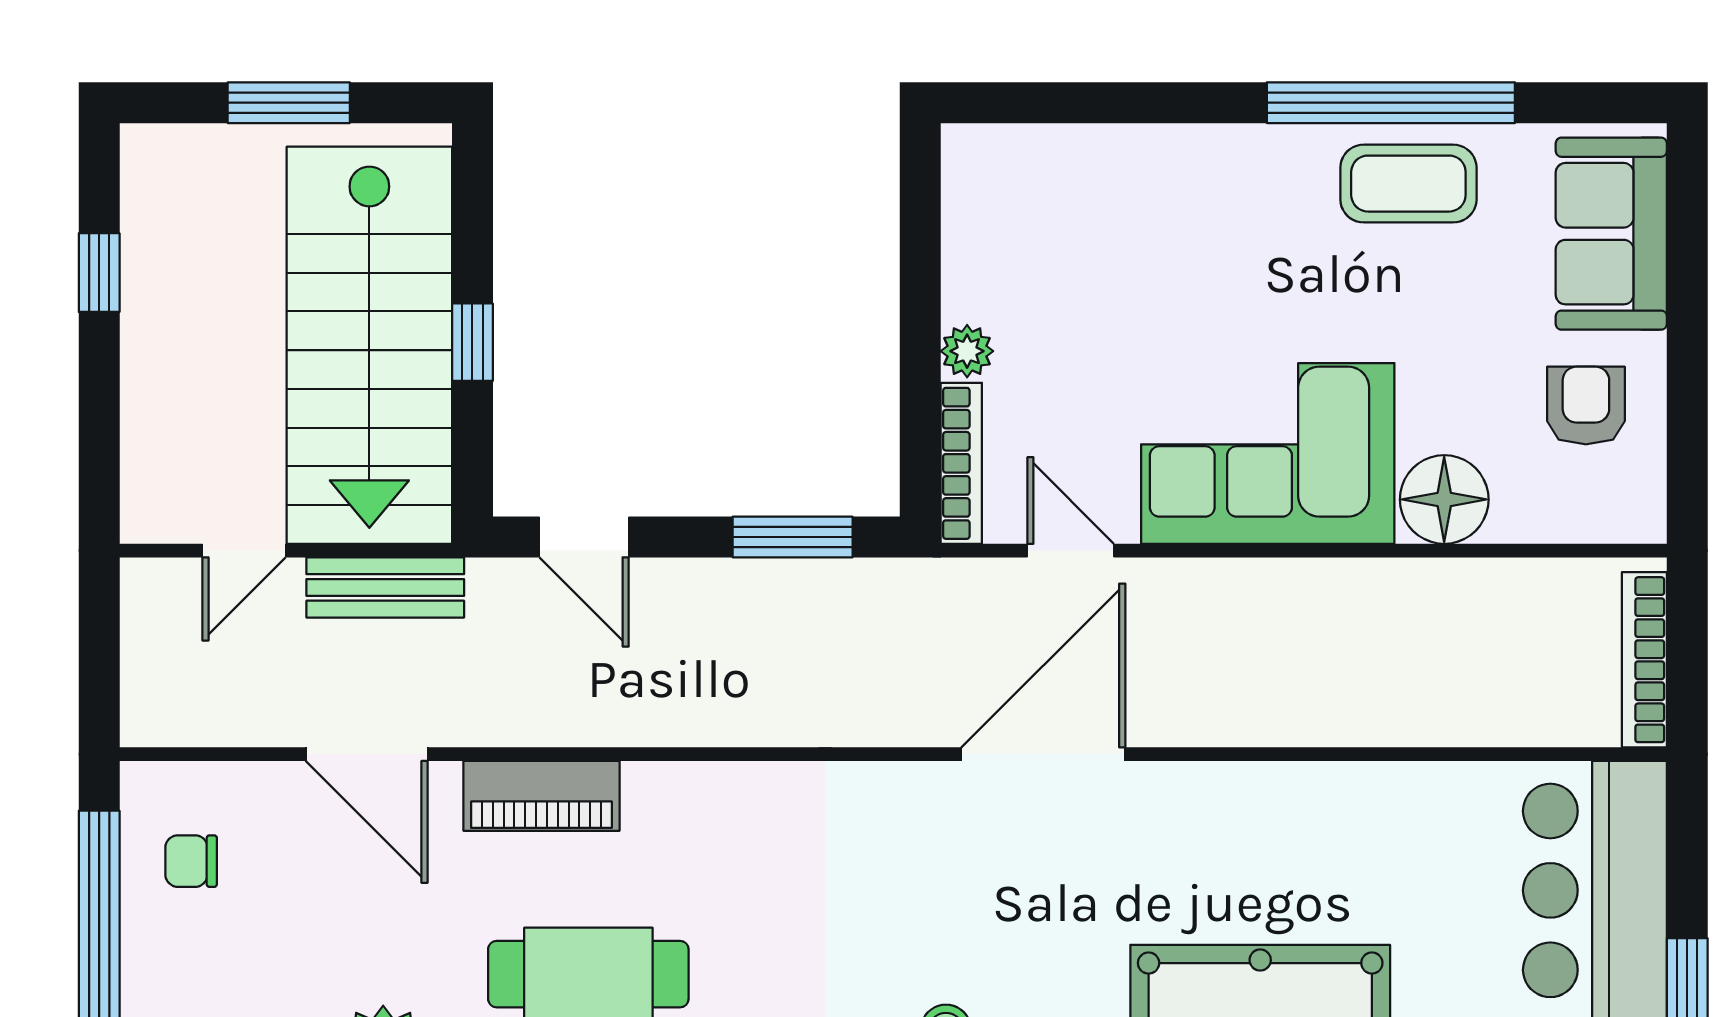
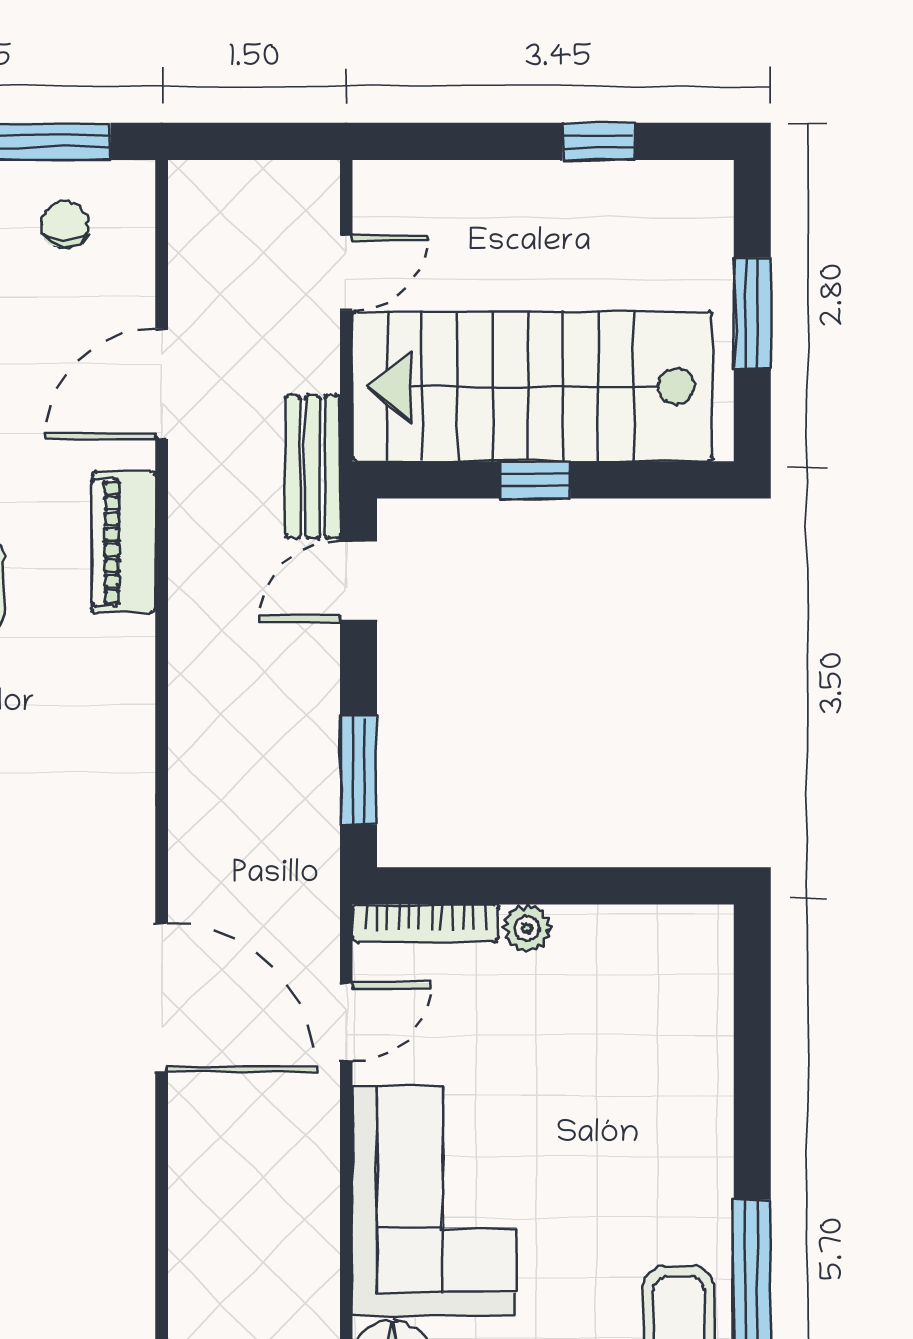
door: (244, 551) -> (346, 273), swing flipped
bench: (385, 587) -> (313, 467), moved

